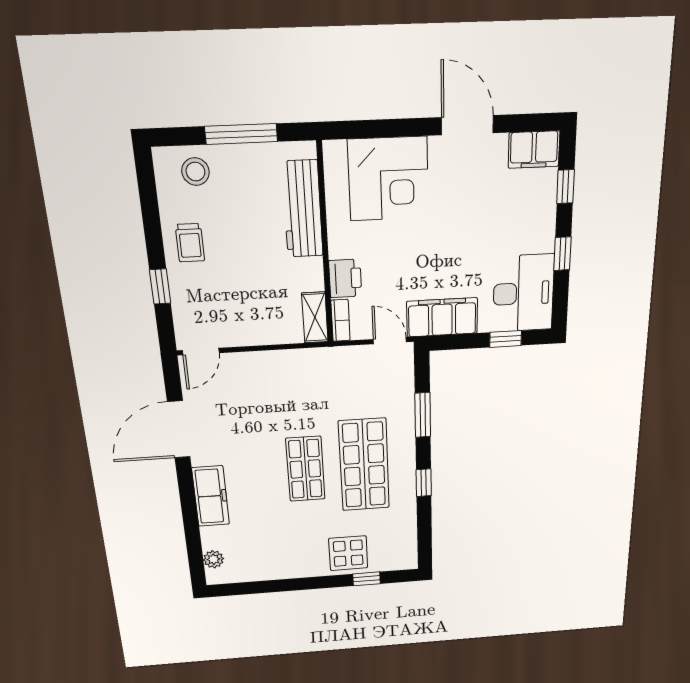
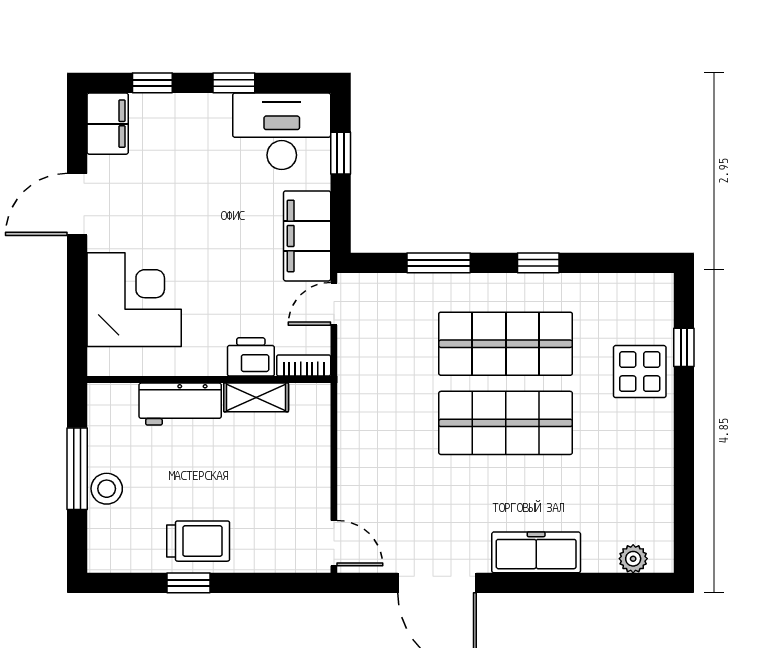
stool: (195, 172) -> (107, 489), moved
workbench: (302, 209) -> (180, 404), width x0.73
trolley: (190, 243) -> (198, 541), width x1.36, depth x1.39
window: (160, 286) -> (189, 583), moved
shelving: (315, 318) -> (256, 397), moved
shop shelf: (305, 469) -> (506, 423), width x1.43, depth x1.36

